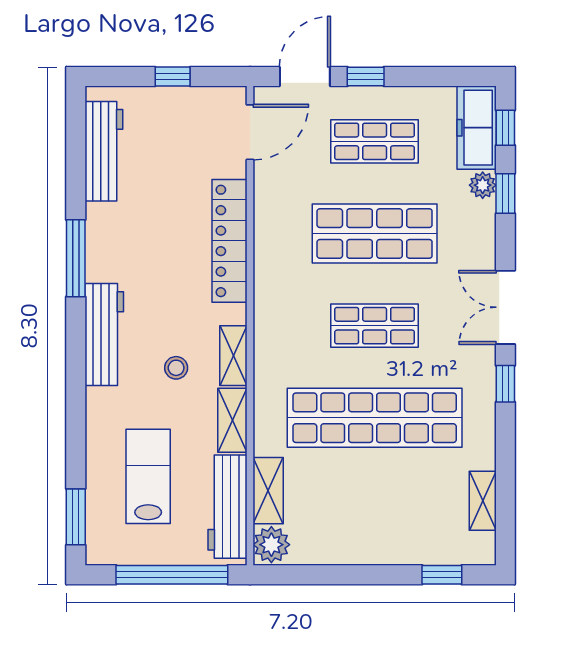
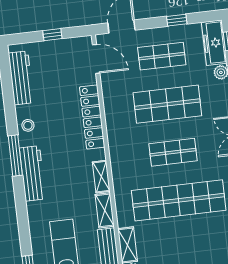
window: (366, 77) -> (177, 20), moved
door: (250, 132) -> (96, 59), hinge flipped
window: (76, 258) -> (15, 155), moved
stool: (176, 368) -> (28, 125), moved

